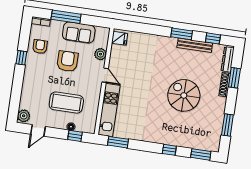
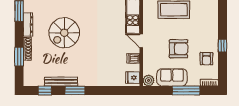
plant: (100, 54) -> (148, 81), moved
dishwasher: (116, 58) -> (133, 58), added
dresser: (228, 59) -> (28, 25), moved
armchair: (68, 61) -> (178, 49), turned -90
spiral stairs: (184, 95) -> (64, 33), turned 90

